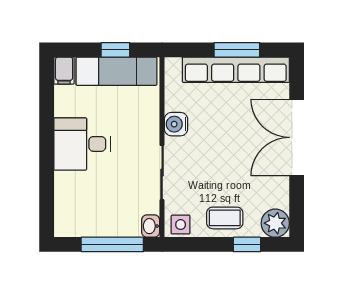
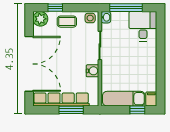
window: (115, 50) -> (137, 110), moved
window: (237, 50) -> (71, 110), moved
double door: (297, 137) -> (29, 64), width x1.36
desk: (82, 144) -> (143, 26), moved, turned -90

